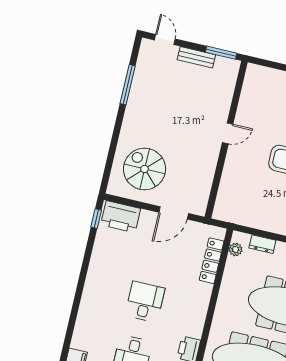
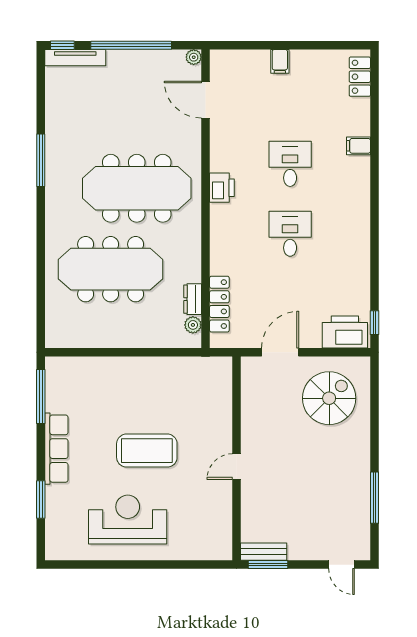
bench: (196, 57) -> (264, 552), moved
spiral stairs: (145, 169) -> (329, 398), turned -90
dresser: (262, 244) -> (193, 299), moved, turned -90
desk: (145, 302) -> (290, 234), turned 180

